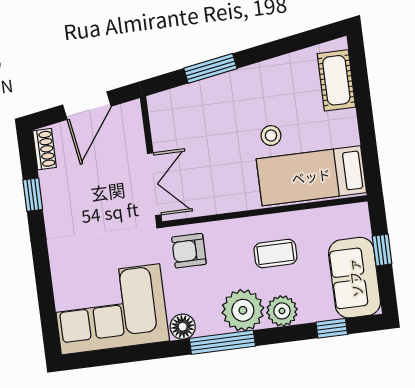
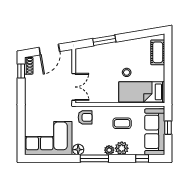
window: (33, 195) -> (21, 71), moved
armchair: (189, 251) -> (85, 117), turned 180
sofa: (355, 278) -> (155, 132), width x1.36
plant: (243, 310) -> (109, 150), width x0.53, depth x0.53

